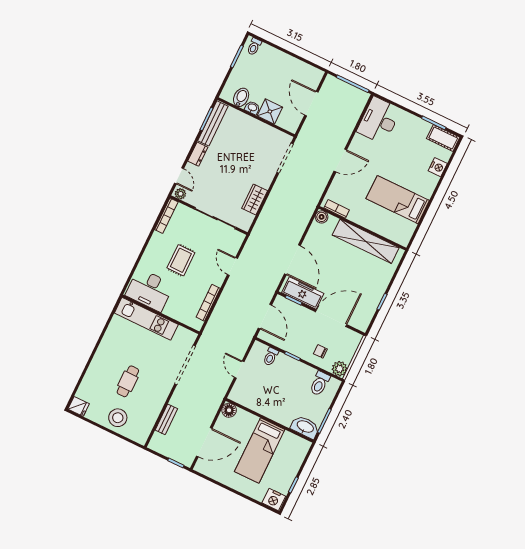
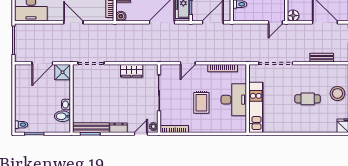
shower: (270, 111) -> (63, 72), moved
rug: (181, 260) -> (201, 103), turned 90
desk: (150, 290) -> (234, 100), moved
door: (239, 370) -> (275, 22), moved

